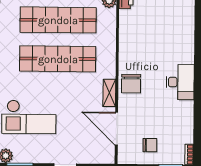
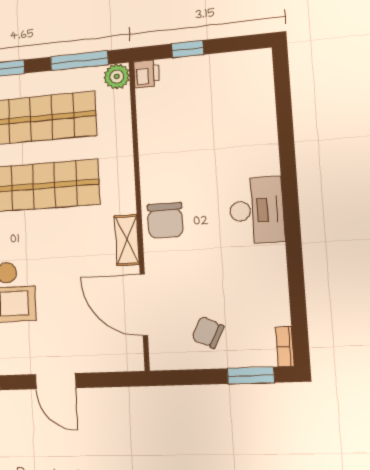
chair: (150, 145) -> (208, 332), turned -153

